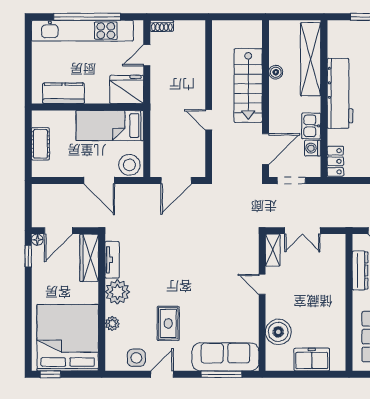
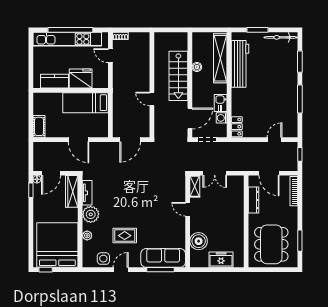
door: (147, 55) -> (110, 56), hinge flipped
fridge: (127, 89) -> (81, 78), moved
workbench: (340, 93) -> (240, 64), moved
cot: (40, 144) -> (39, 126), moved
stool: (129, 165) -> (99, 129), removed
rug: (168, 323) -> (125, 236), turned 90

